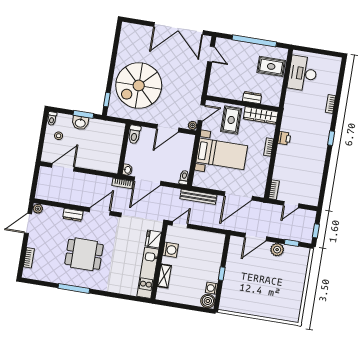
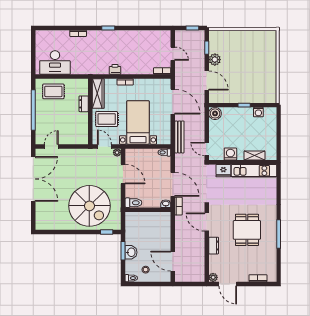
rug: (271, 66) -> (53, 91), turned 90
boiler: (208, 301) -> (215, 113), moved

